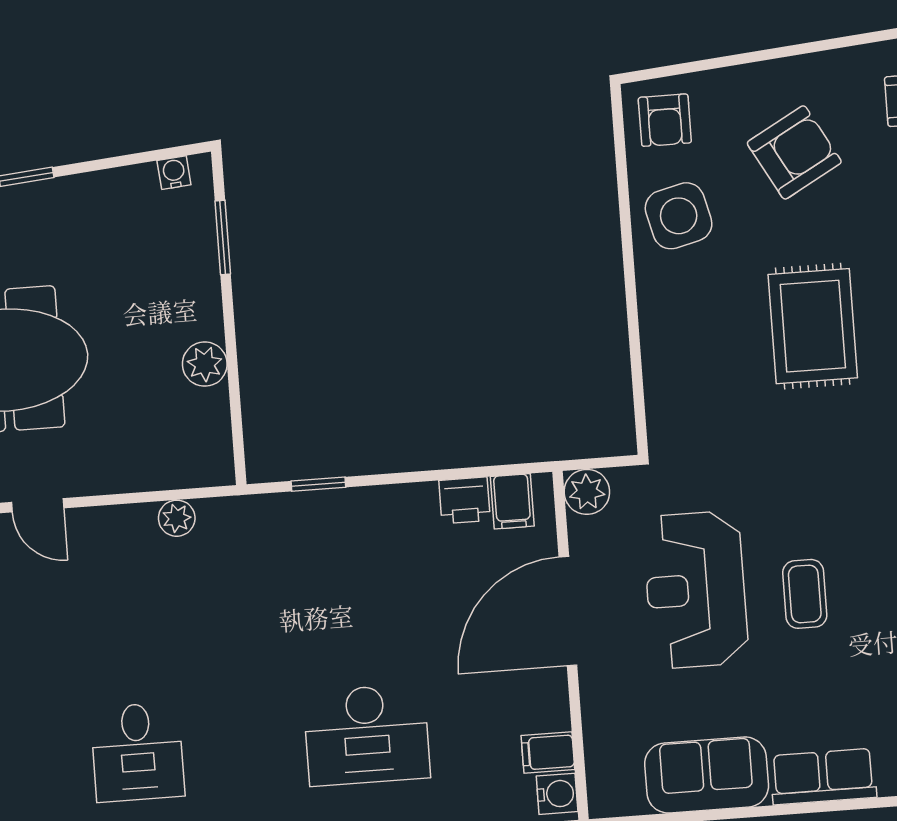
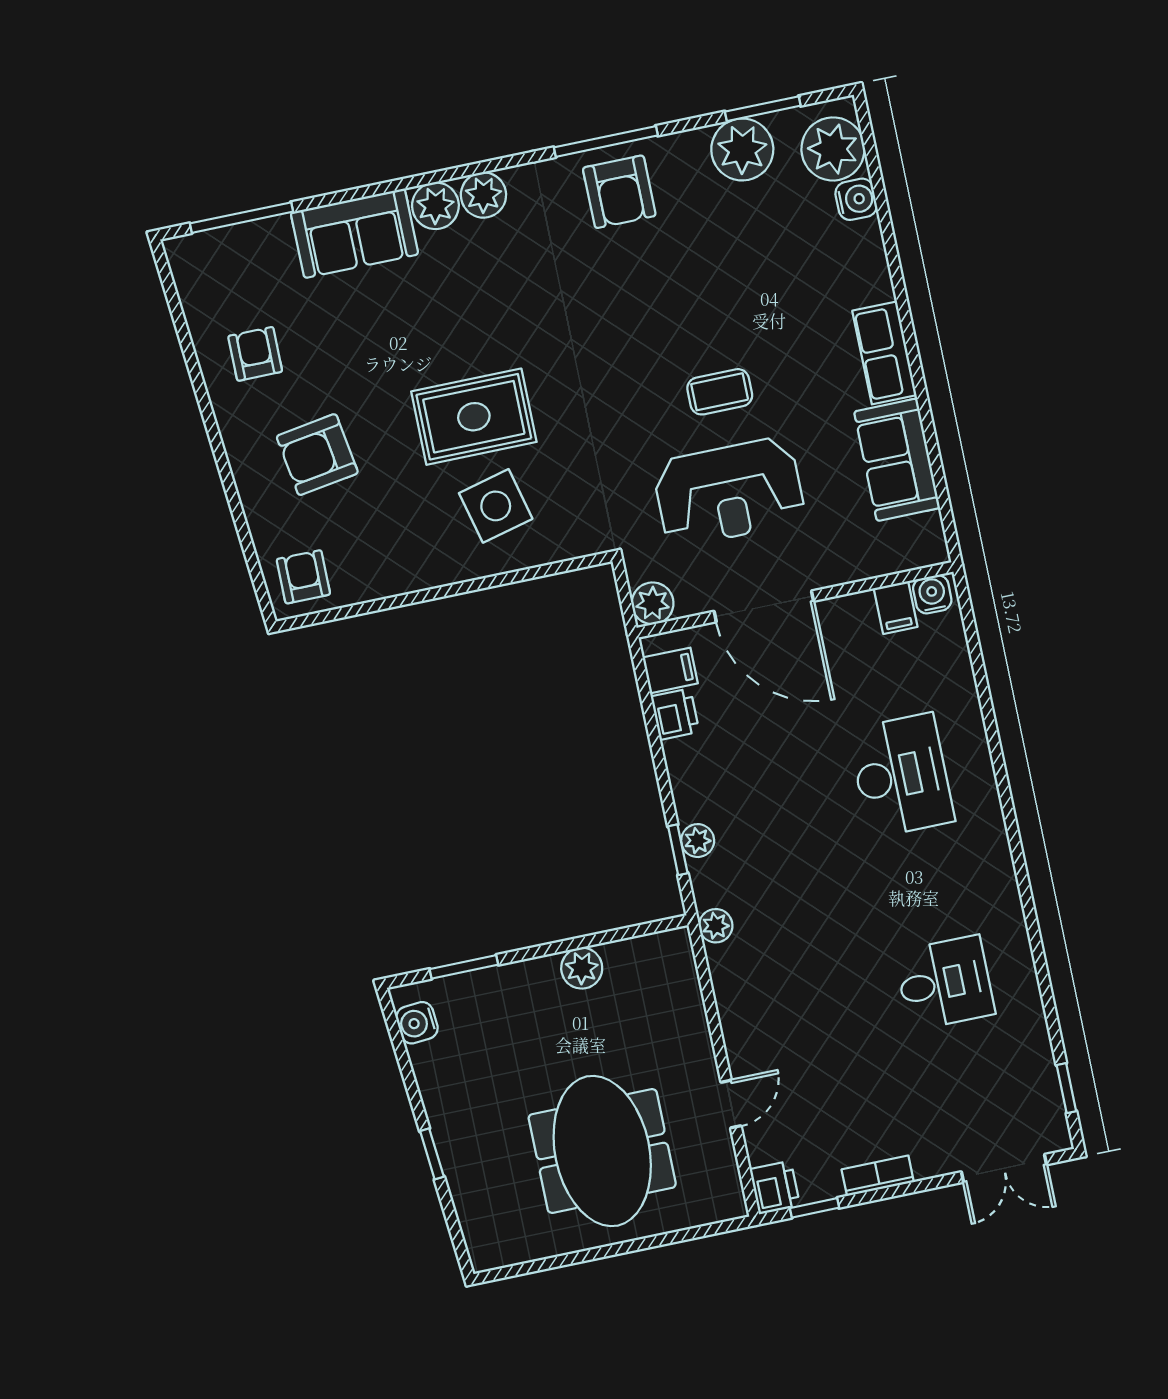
armchair: (665, 120) -> (303, 577), turned -90
armchair: (794, 152) -> (317, 455), turned -70
water cooler: (174, 173) -> (417, 1023), width x1.38, depth x1.38
side table: (679, 216) -> (496, 506), moved
plant: (325, 507) -> (698, 841), added
plant: (177, 518) -> (716, 926), moved

